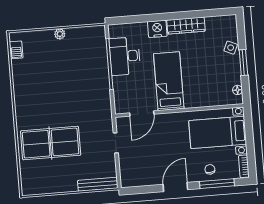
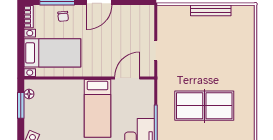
window: (243, 63) -> (21, 105), moved
table tennis table: (51, 143) -> (204, 106), moved
bench: (98, 184) -> (211, 10), moved

